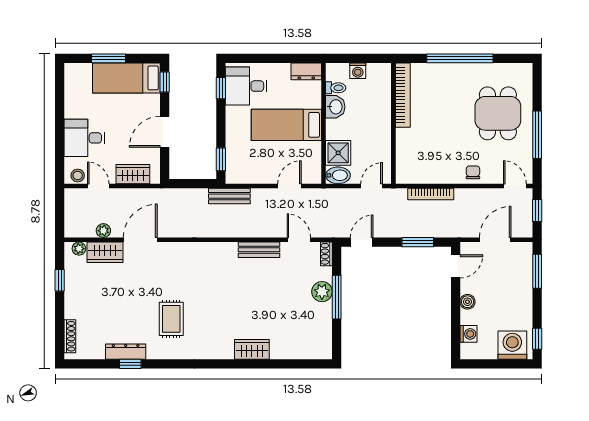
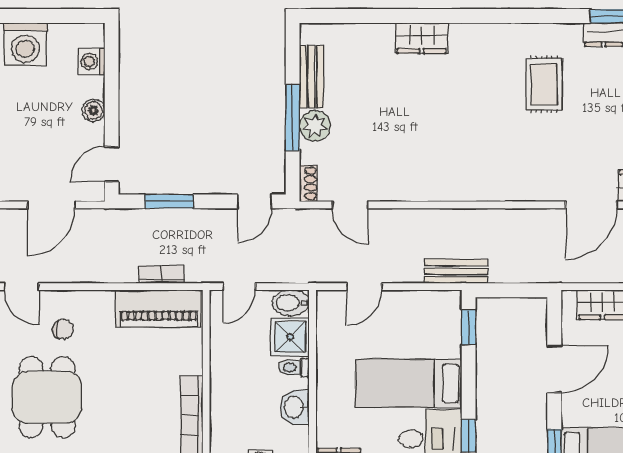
toilet: (336, 88) -> (294, 368), moved
bed: (286, 125) -> (409, 383), moved, turned 180
piano: (425, 172) -> (159, 309), added
chair: (473, 172) -> (63, 329), moved, turned -90
bookcase: (431, 194) -> (162, 274), width x0.64
bench: (259, 250) -> (311, 77), moved, turned 90

